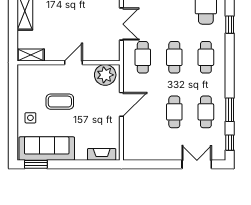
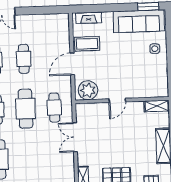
cafe table: (174, 57) -> (26, 109), width x1.37, depth x1.35
coffee table: (60, 102) -> (87, 44), moved

